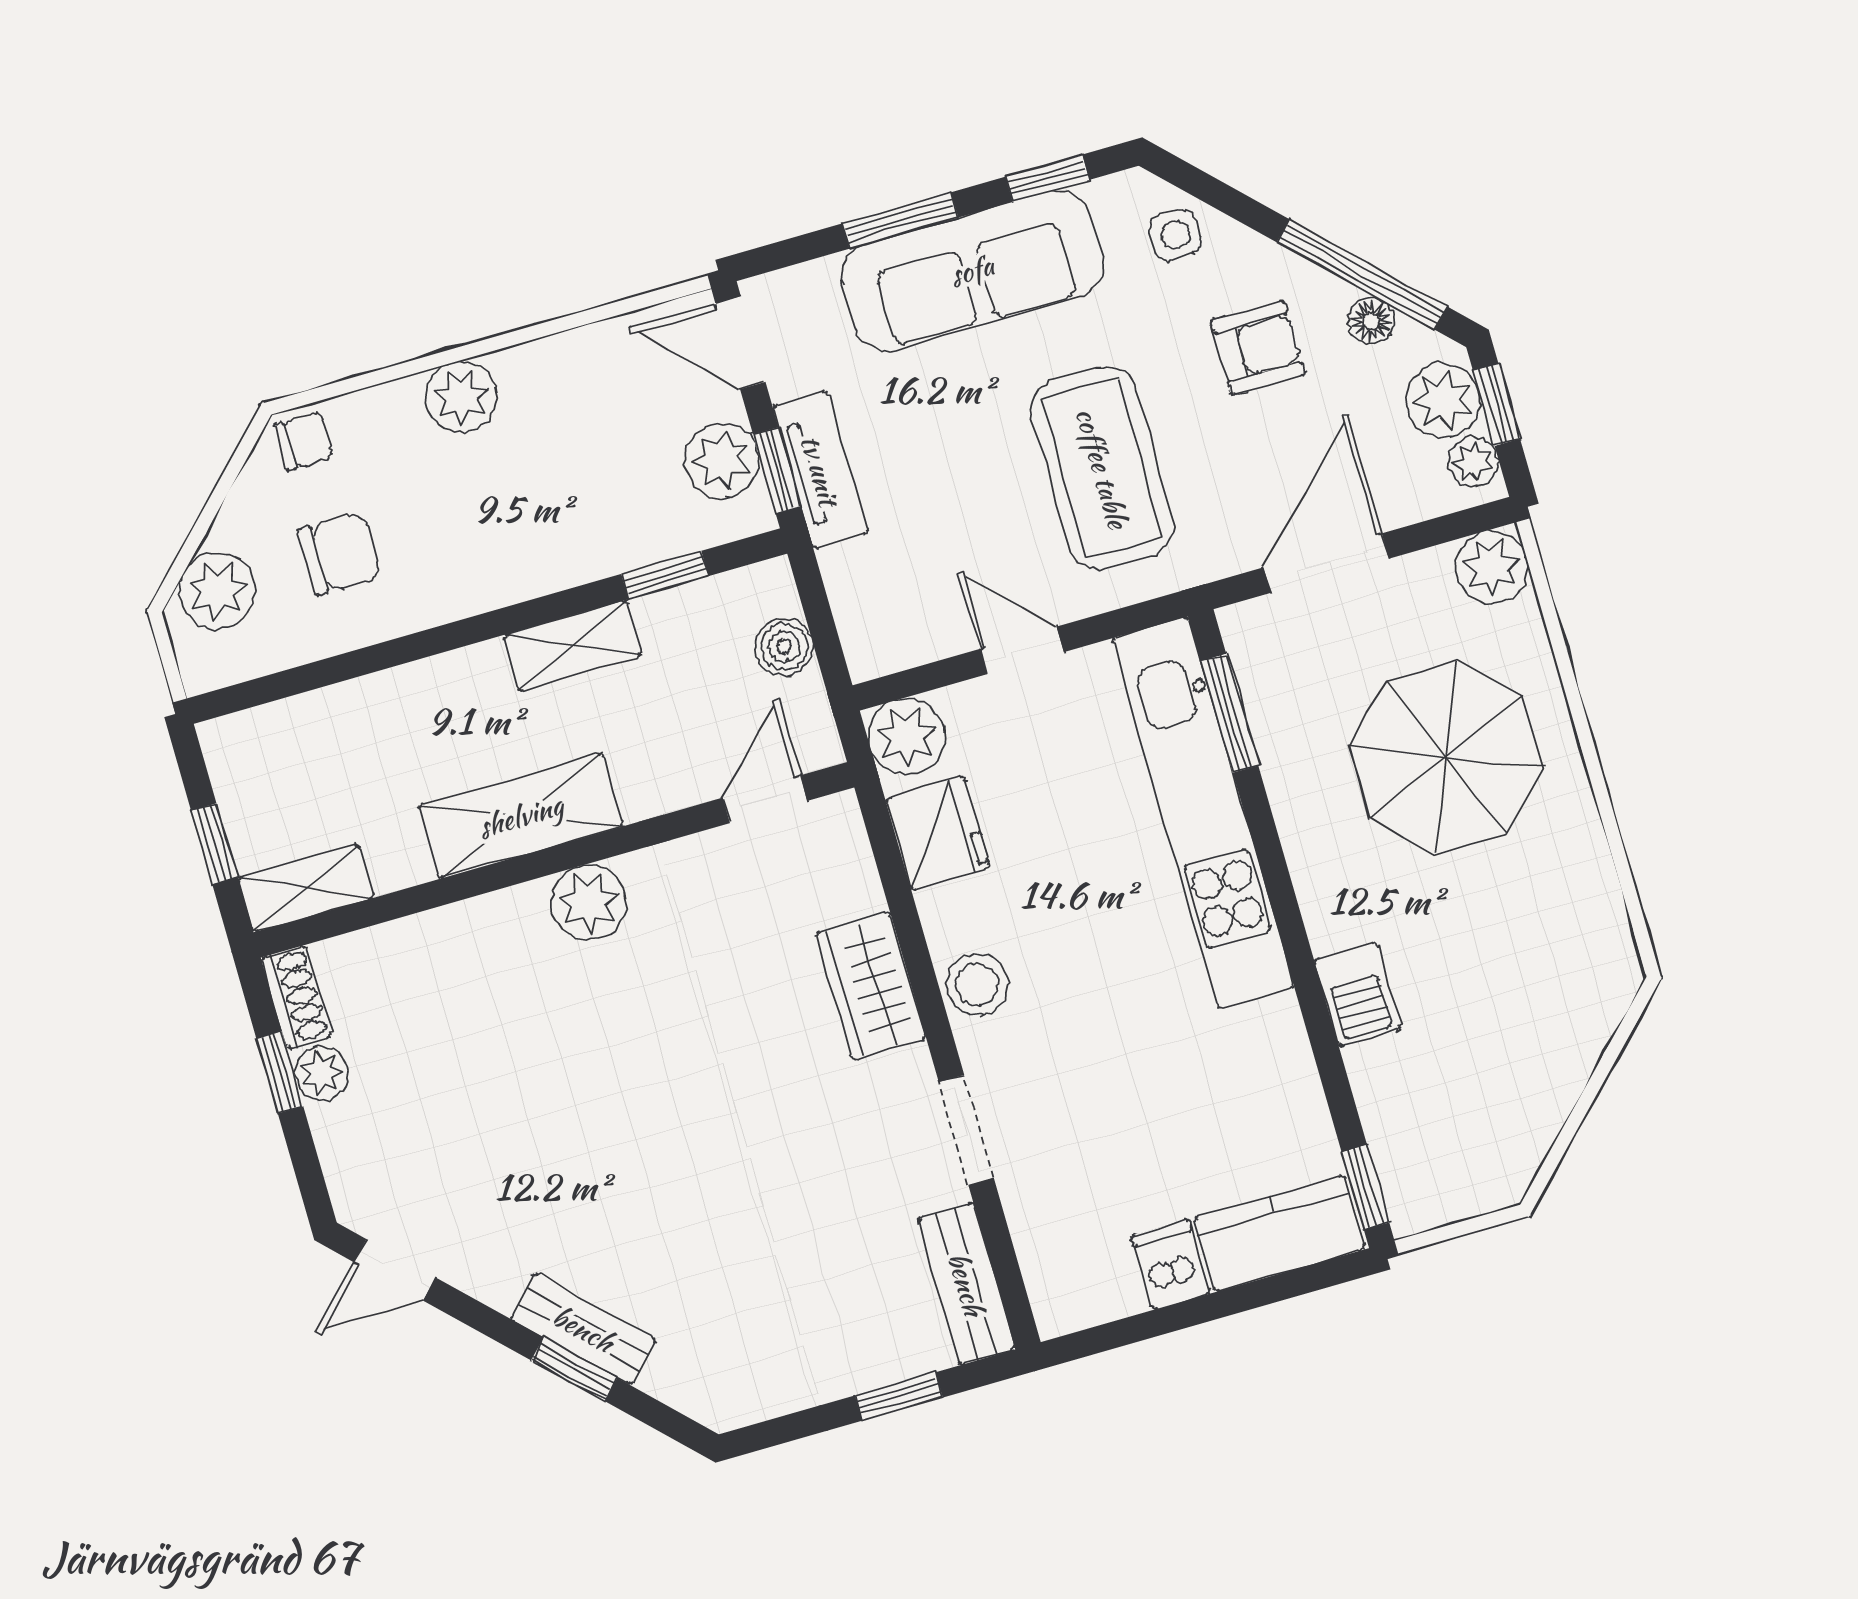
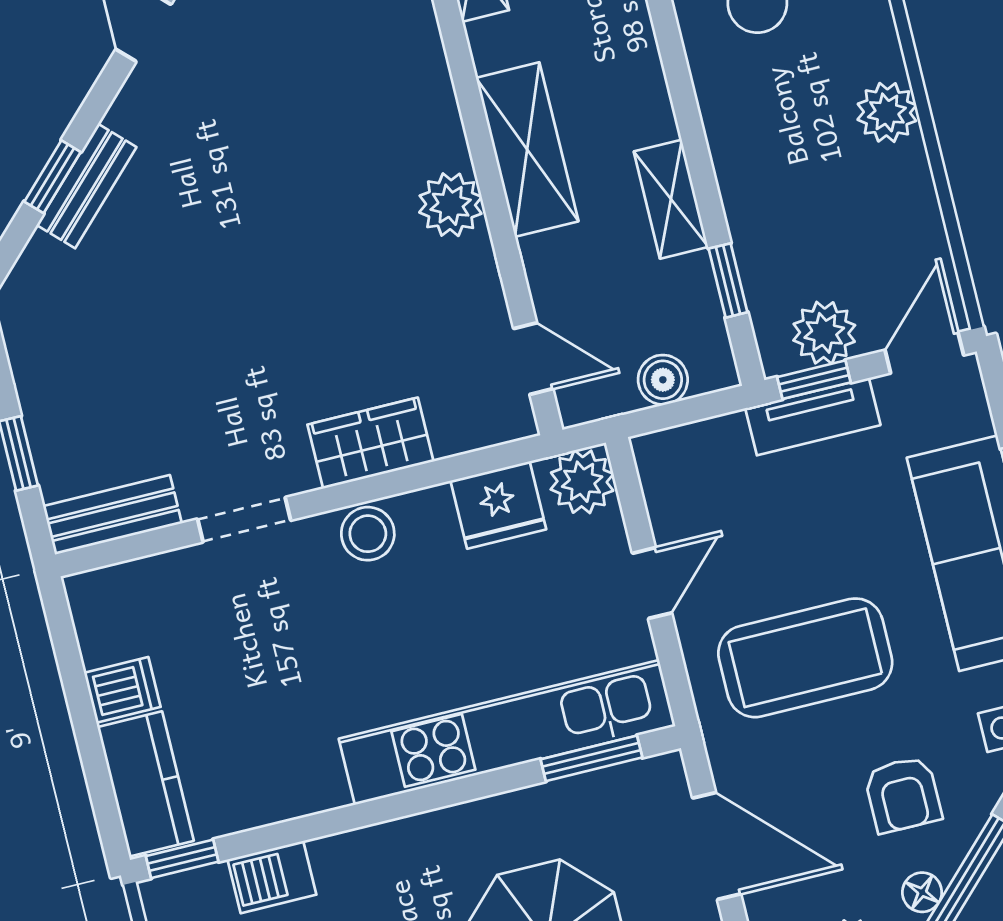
barbecue: (1358, 994) -> (272, 877), moved

